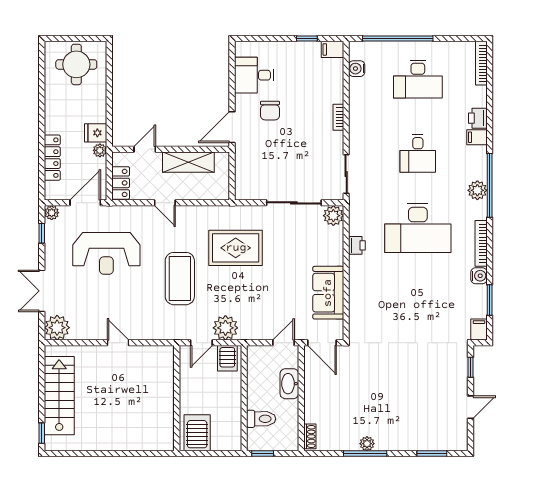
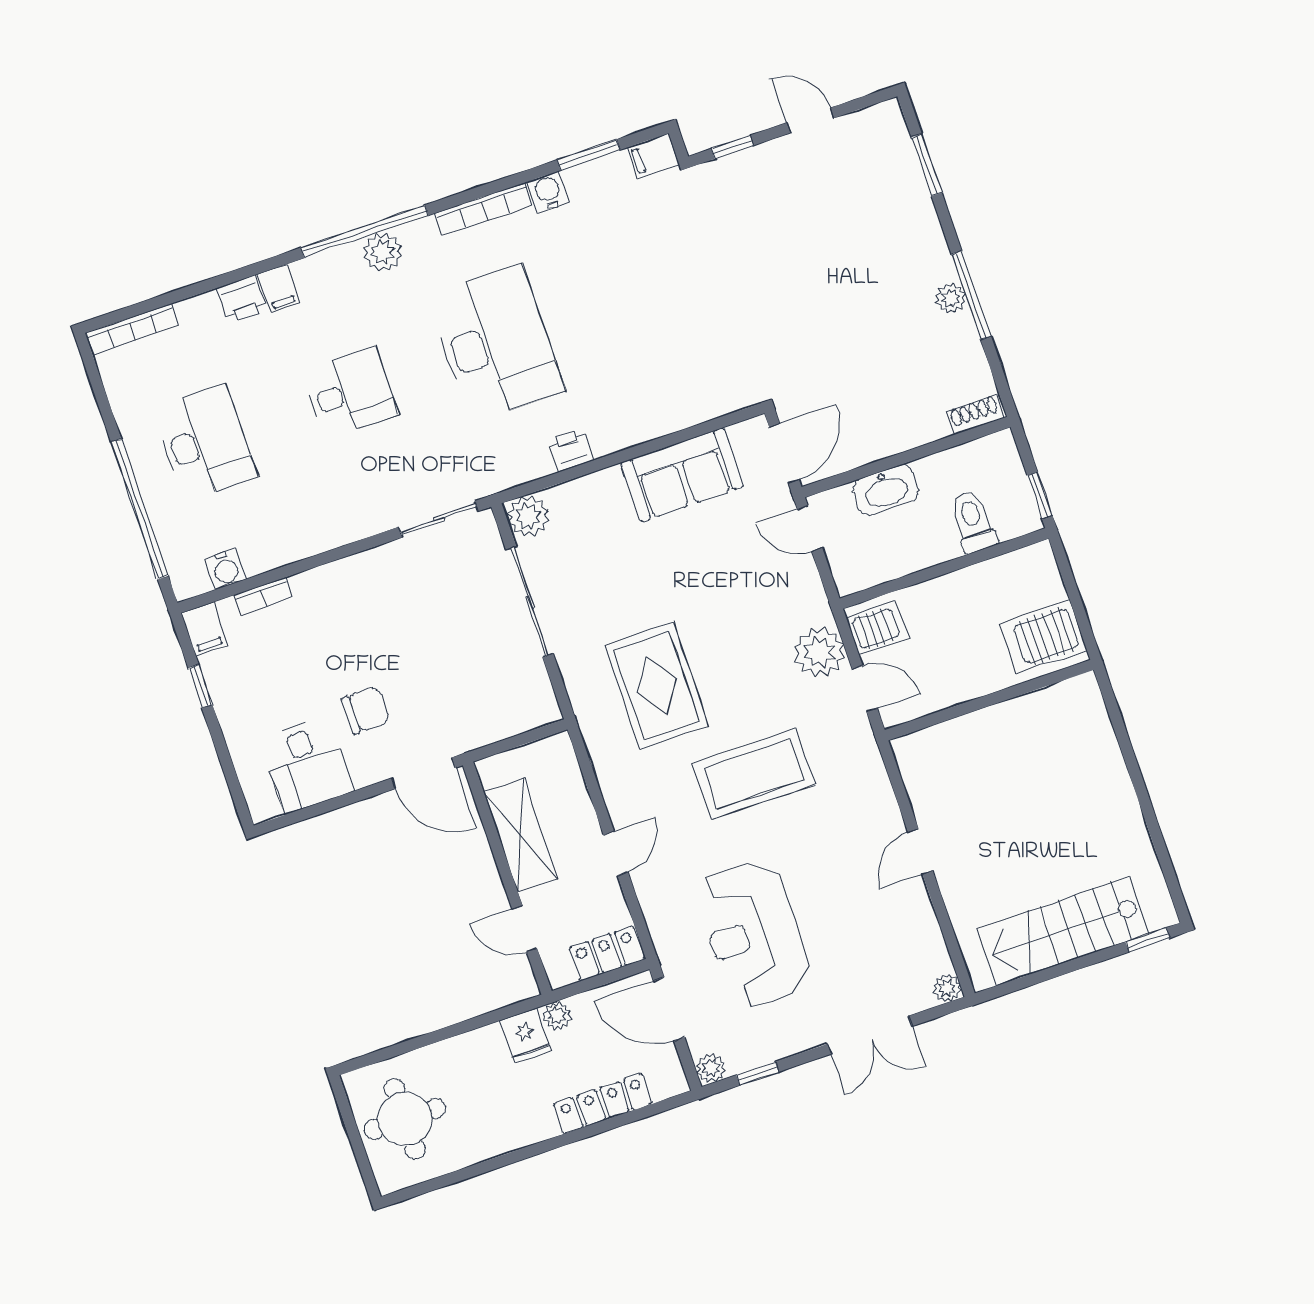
bookcase: (338, 117) -> (263, 596), moved
reception desk: (106, 253) -> (753, 934), turned 180
plant: (57, 328) -> (947, 988), width x0.53, depth x0.53

